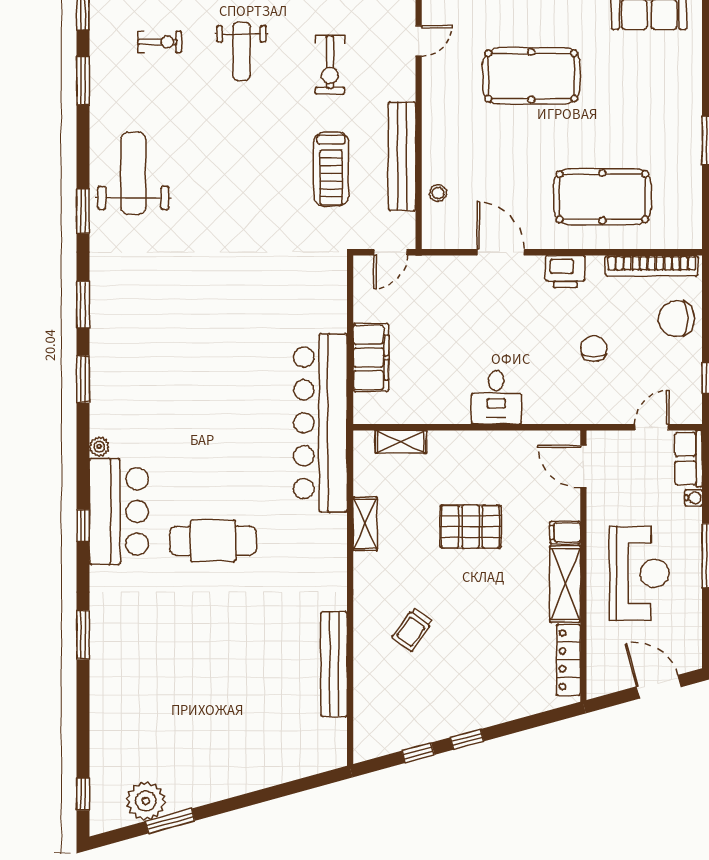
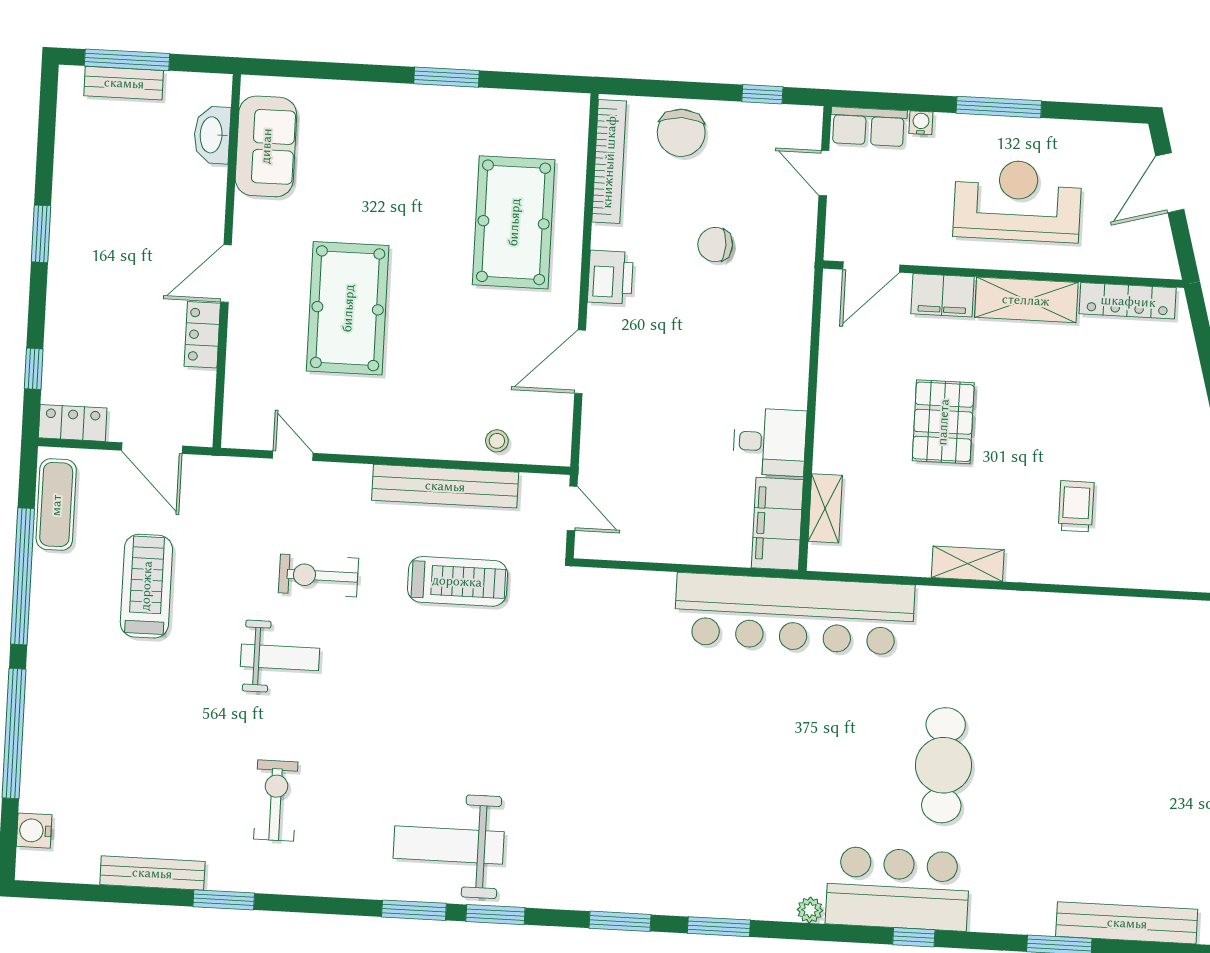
exercise bike: (160, 42) -> (276, 800), width x1.38, depth x1.39
weight bench: (242, 51) -> (280, 657), moved
exercise bike: (330, 65) -> (318, 575), turned 180
window: (83, 80) -> (414, 910), moved
filing cabinet: (371, 357) -> (777, 524), moved, turned -90
desk: (496, 397) -> (770, 442), moved
shelving: (365, 524) -> (968, 564), moved
filing cabinet: (565, 532) -> (942, 295), width x2.00
trolley: (412, 630) -> (1076, 506), turned -126
bench: (334, 664) -> (1127, 923), moved

